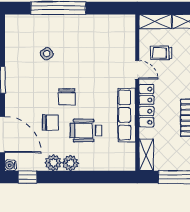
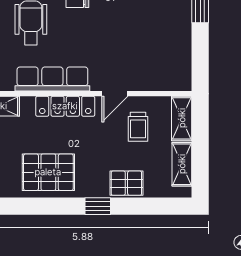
trolley: (161, 53) -> (138, 127), turned 180

